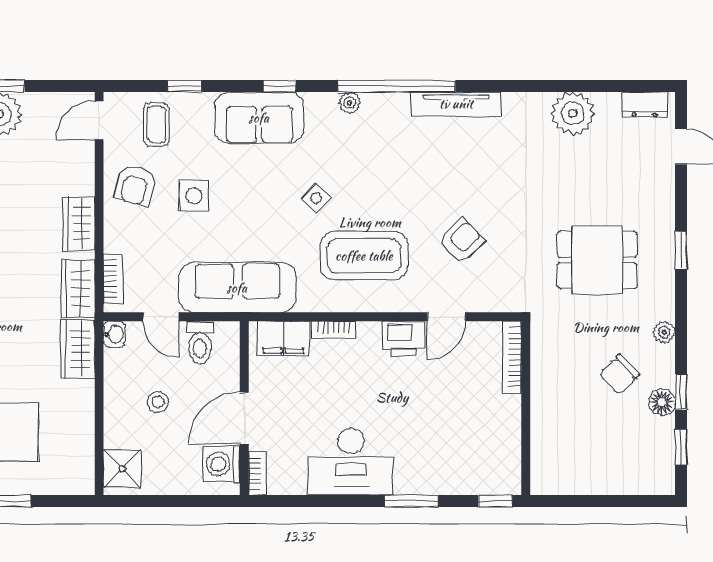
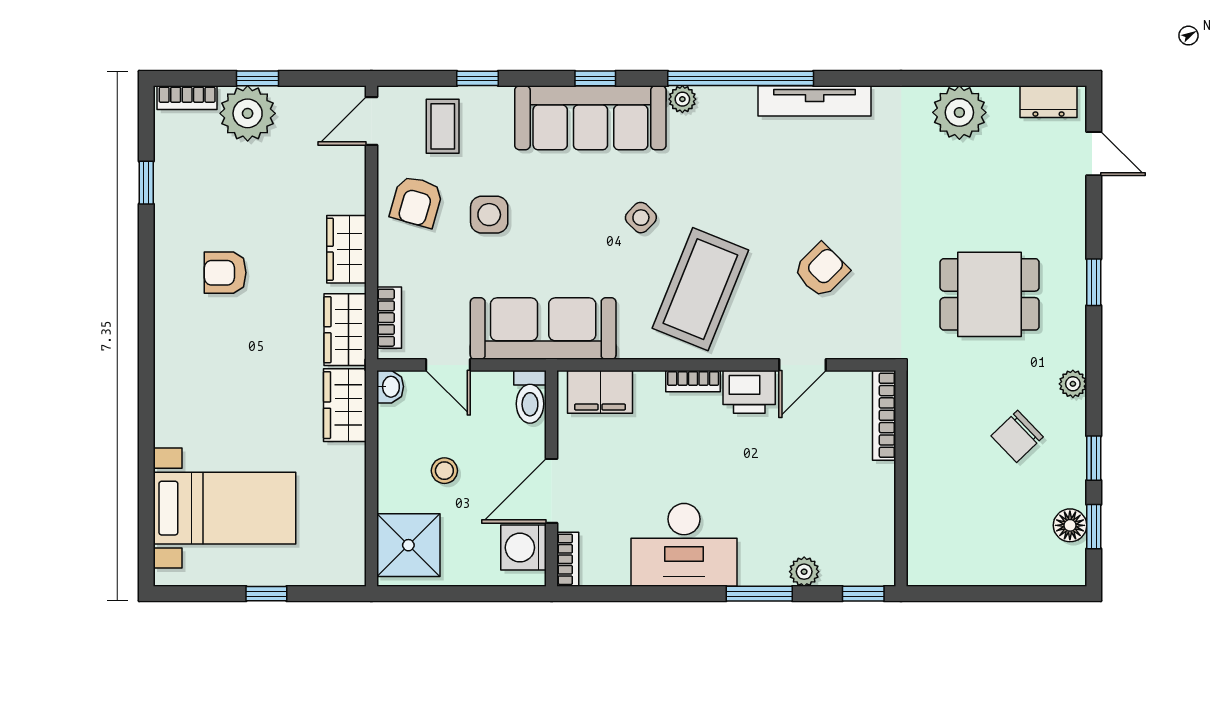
sofa: (259, 118) -> (590, 118), width x1.36
coffee table: (364, 256) -> (700, 289), turned -68
bookcase: (334, 330) -> (693, 381), moved
toilet: (200, 343) -> (530, 397), moved
floor lamp: (662, 402) -> (1070, 525), moved
shower: (122, 469) -> (408, 545), width x1.36, depth x1.36
plant: (448, 483) -> (804, 572), added

